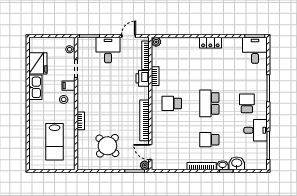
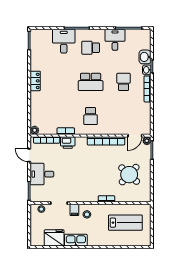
desk: (255, 50) -> (64, 41), moved, turned 90
school desk: (209, 140) -> (124, 82), turned 180

